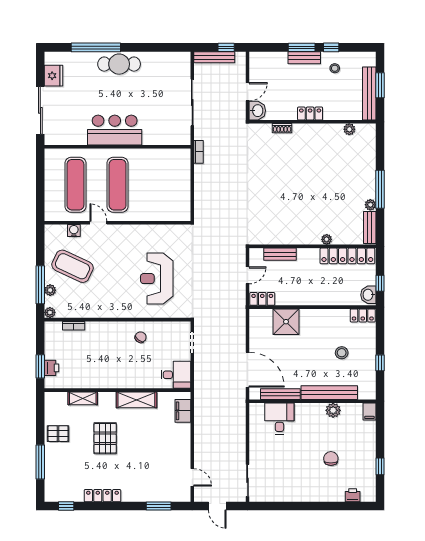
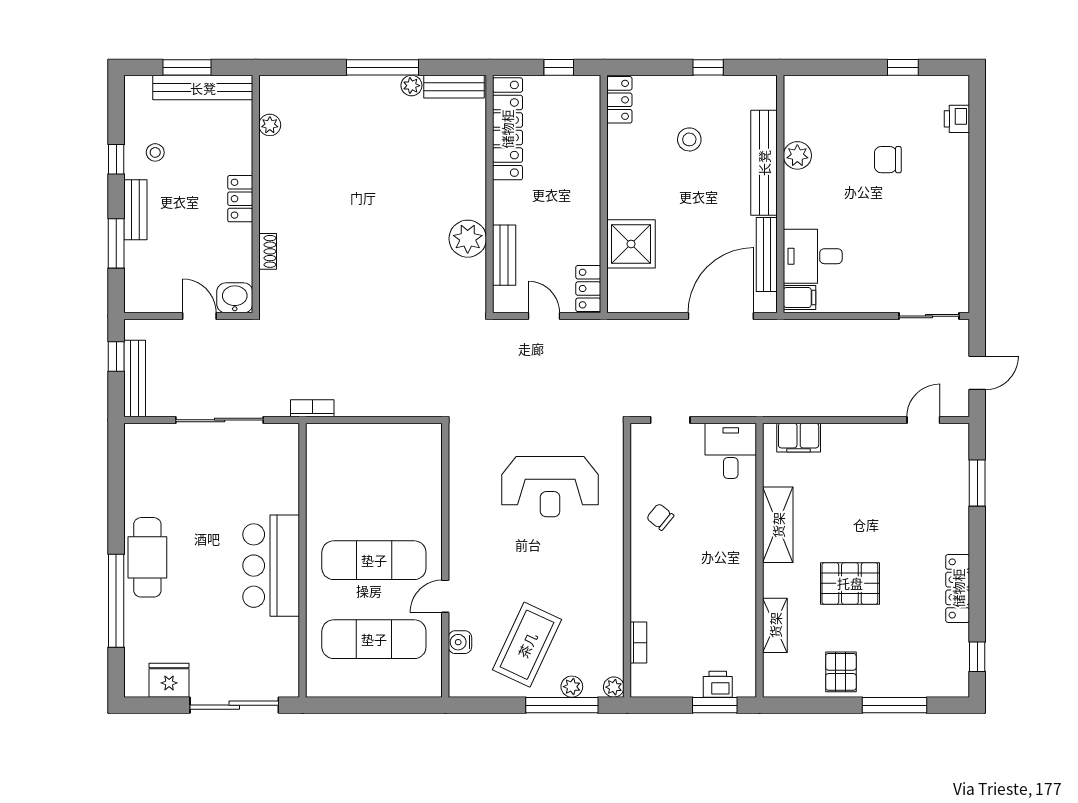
window: (302, 47) -> (116, 243), moved
plant: (327, 239) -> (468, 239), moved, width x1.88, depth x1.88
washbasin: (368, 295) -> (581, 89), removed
filing cabinet: (369, 411) -> (800, 297), moved

